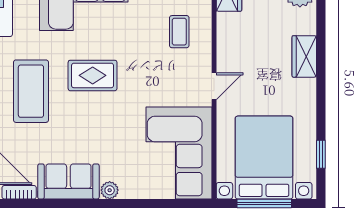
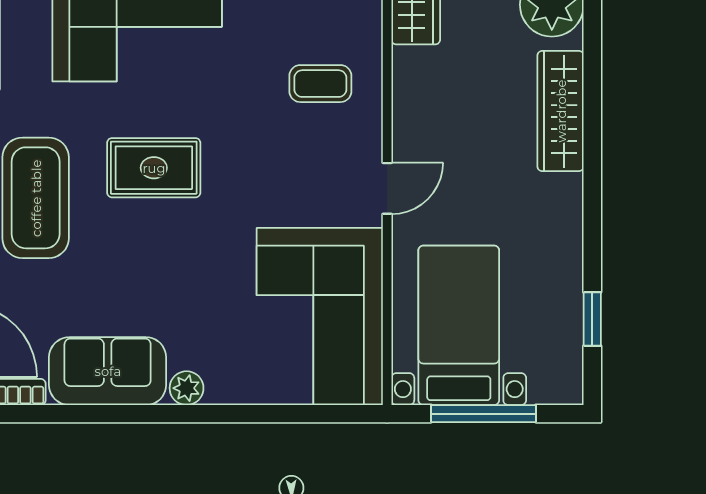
coffee table: (179, 32) -> (320, 84), turned 90
wardrobe: (304, 56) -> (561, 111), width x1.50
bed with nightstands: (264, 158) -> (459, 325), width x0.73

